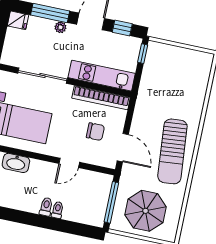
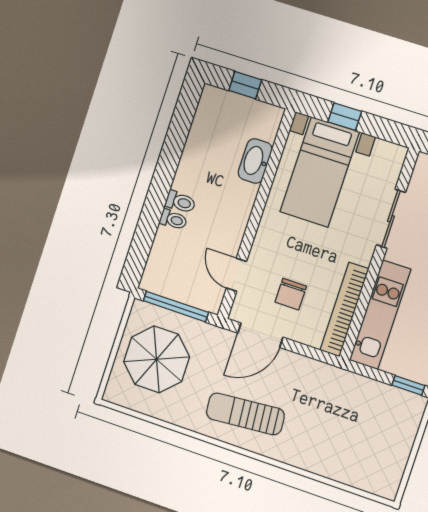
sliding door: (43, 76) -> (391, 219), width x0.73
sun lounger: (172, 151) -> (245, 414), width x0.73, depth x0.75
door: (69, 163) -> (236, 275), moved

